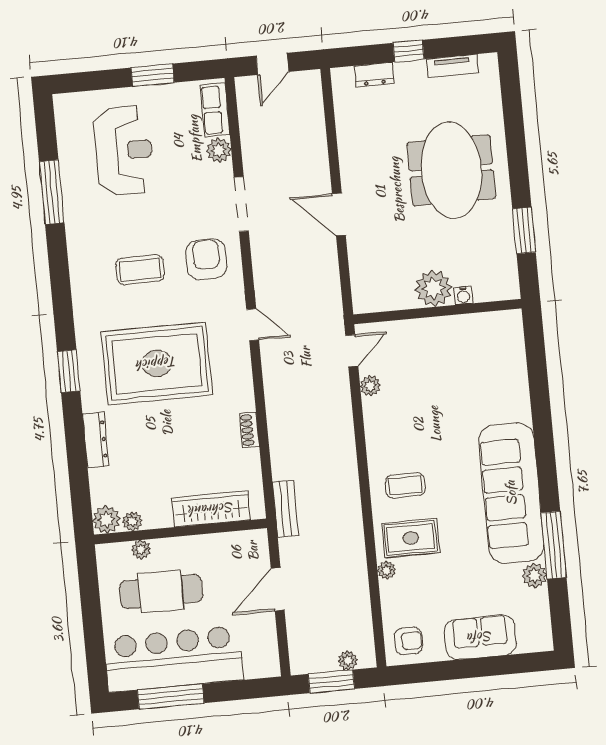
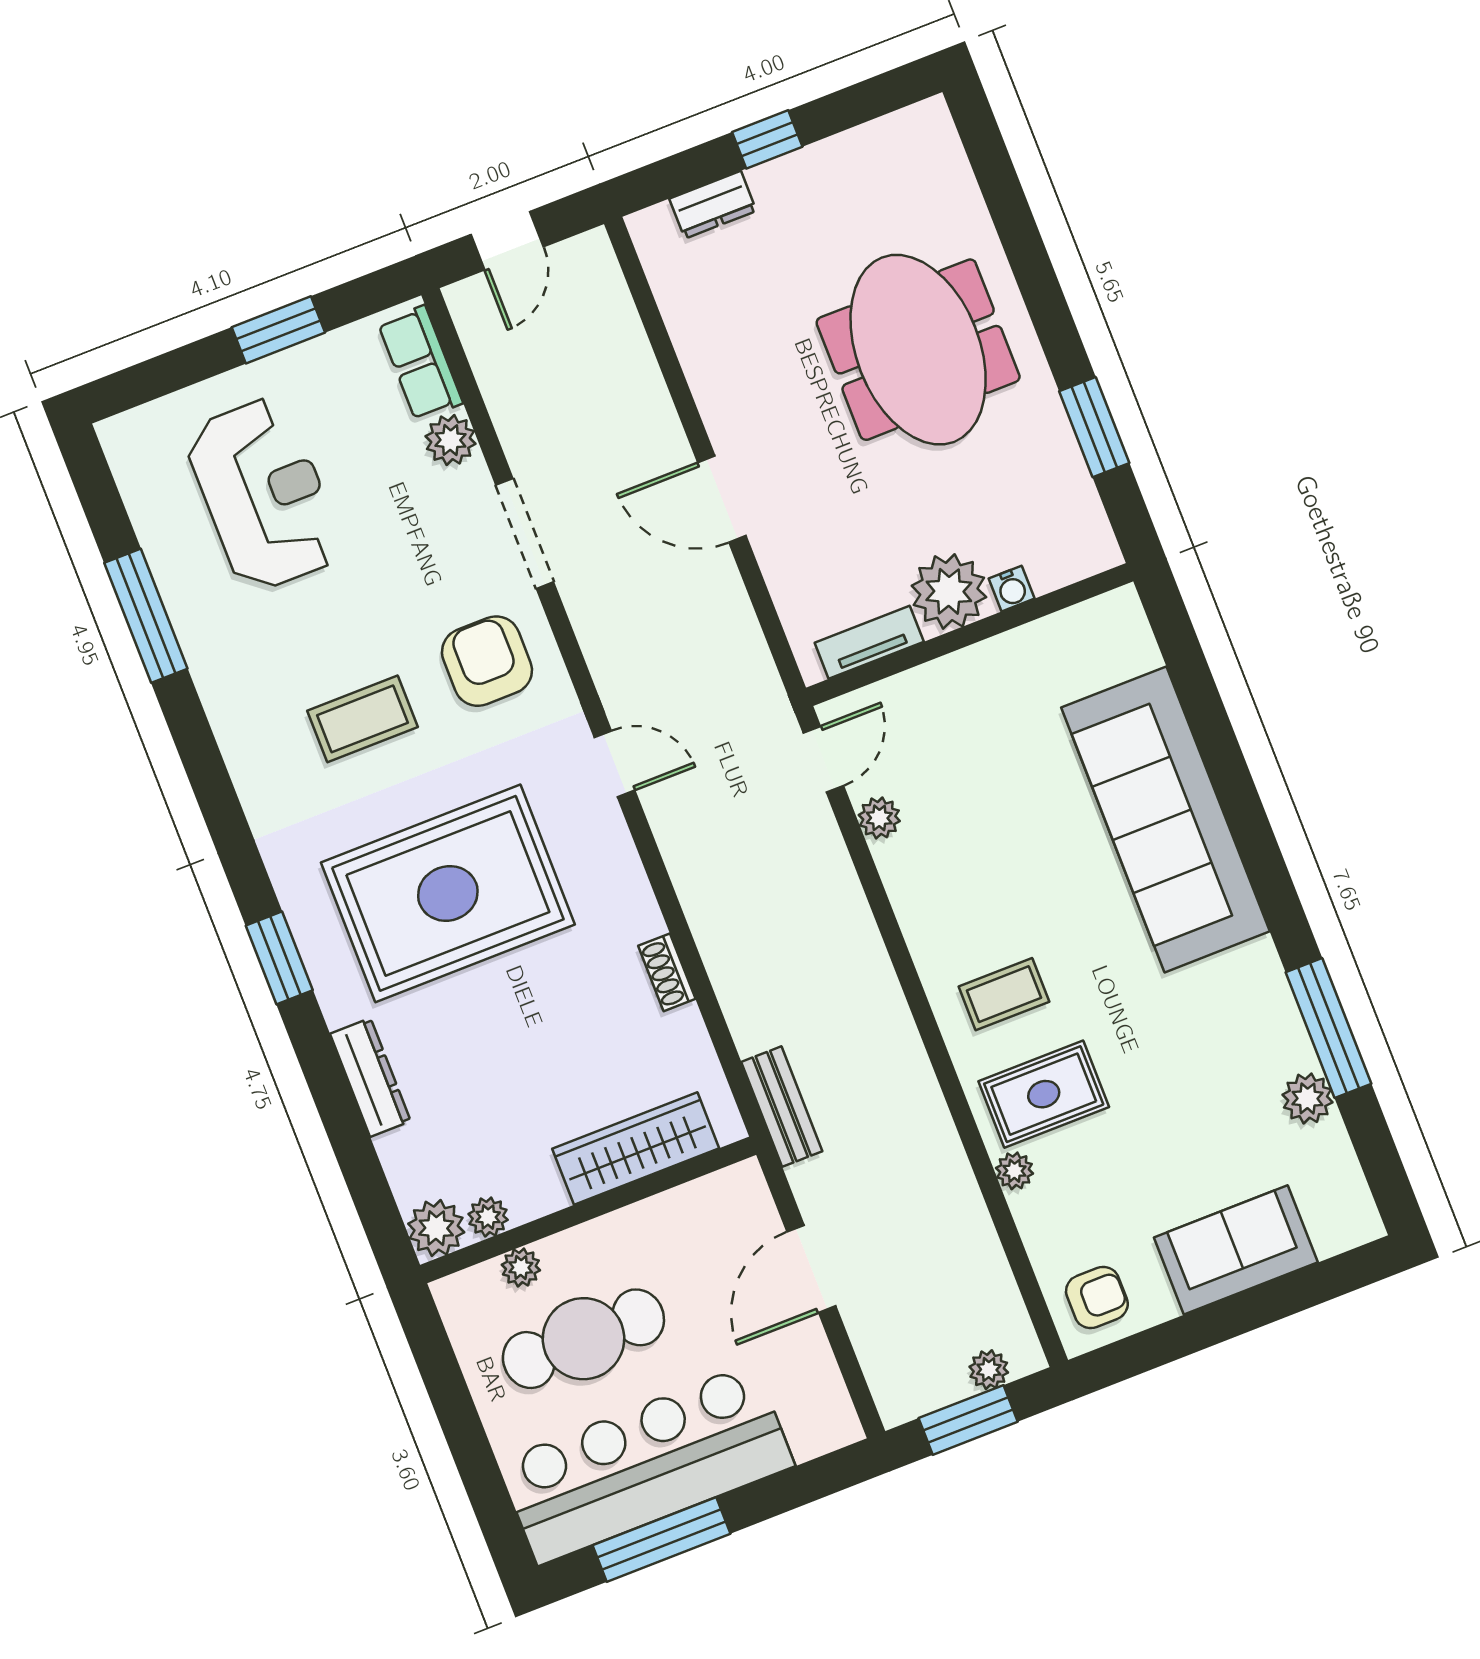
tv unit: (452, 66) -> (869, 642), moved, turned 180
sofa: (511, 493) -> (1165, 819), moved

